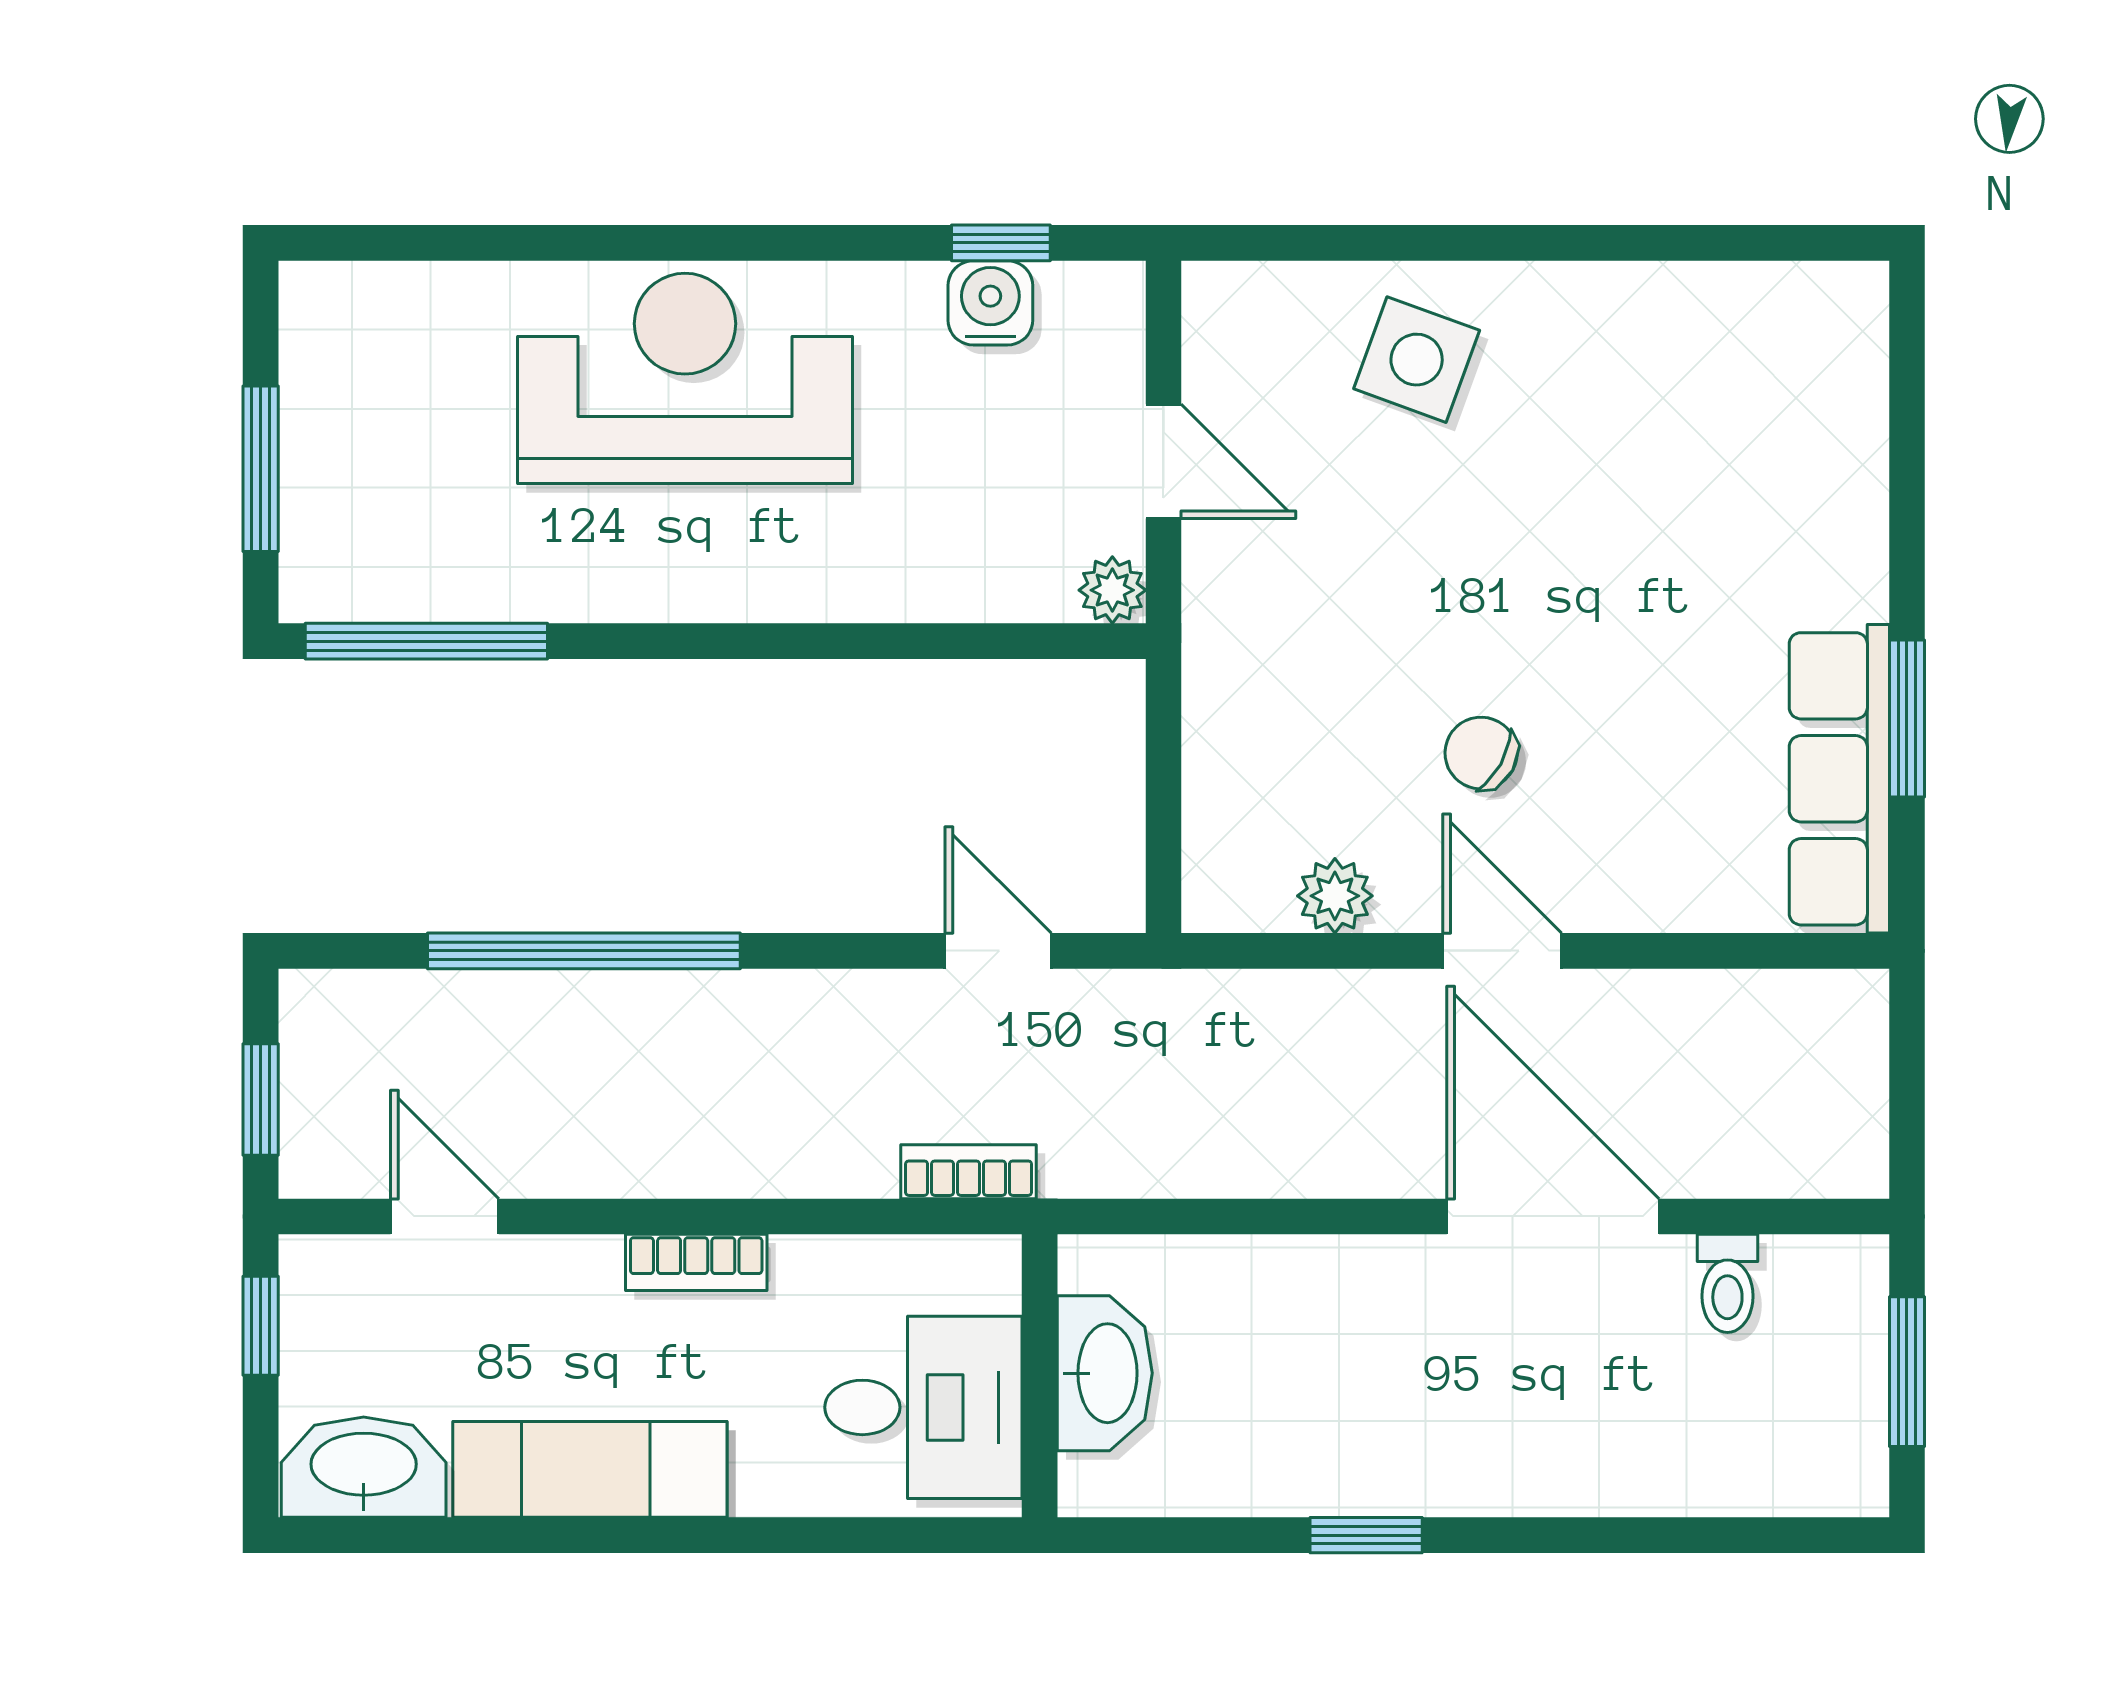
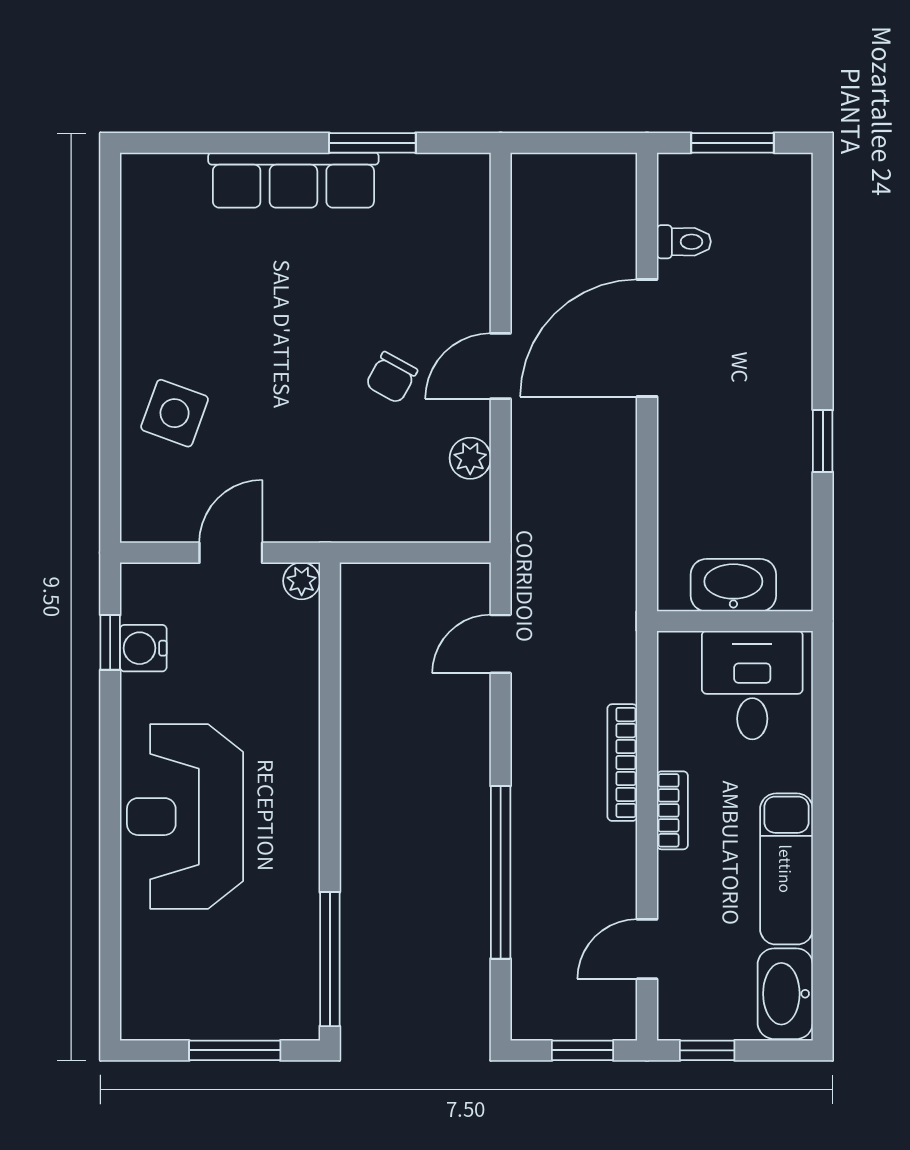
row of seats: (1839, 779) -> (293, 180), moved
bookcase: (969, 1172) -> (622, 763), moved, width x1.56

